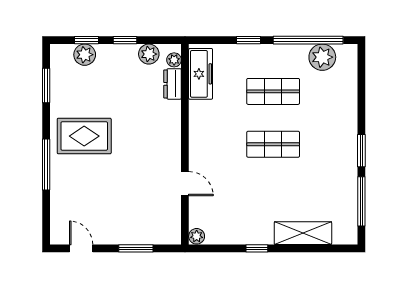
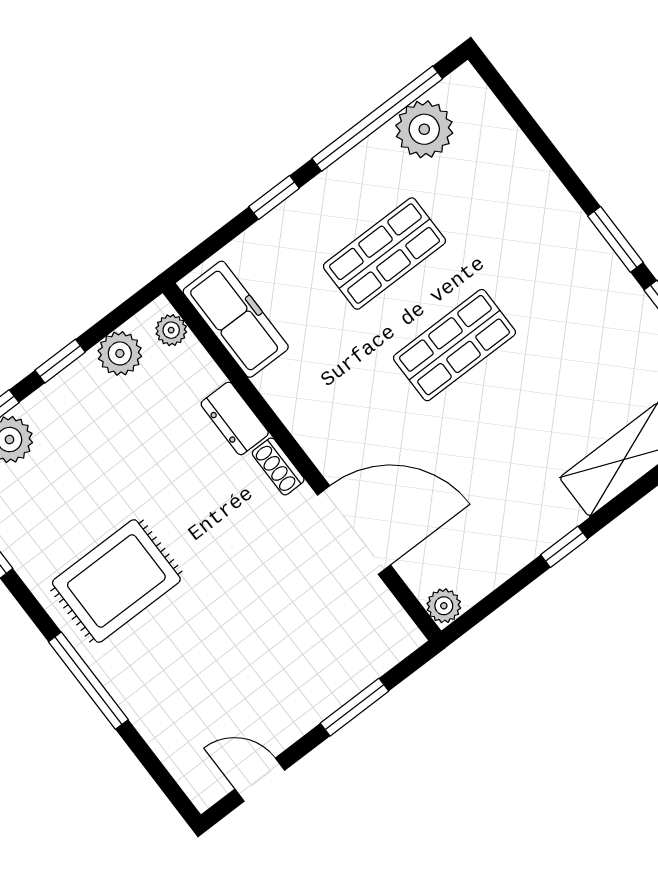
dresser: (173, 84) -> (235, 418), moved
shoe rack: (175, 139) -> (278, 466), added
door: (185, 184) -> (354, 530), width x1.88

